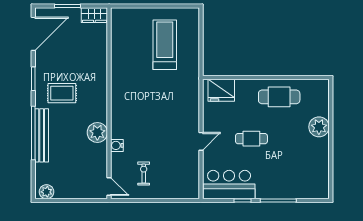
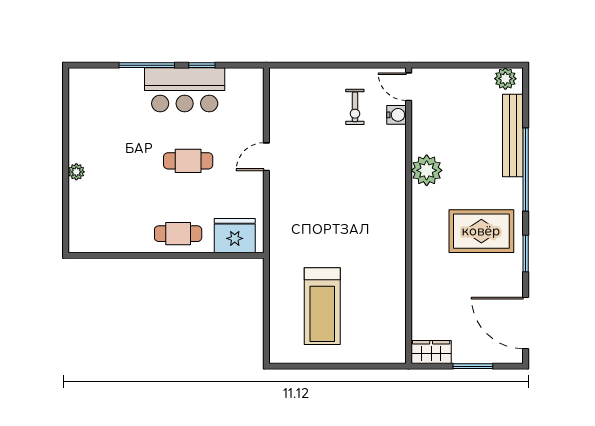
door: (33, 34) -> (526, 323), hinge flipped
rug: (62, 93) -> (481, 231), width x1.36, depth x1.43
cafe table: (279, 97) -> (178, 234), moved, width x0.73, depth x0.74
plant: (319, 127) -> (76, 172), width x0.53, depth x0.53
bench: (42, 135) -> (513, 135), moved
water cooler: (117, 145) -> (396, 115), moved
bar counter: (229, 185) -> (185, 90), moved

